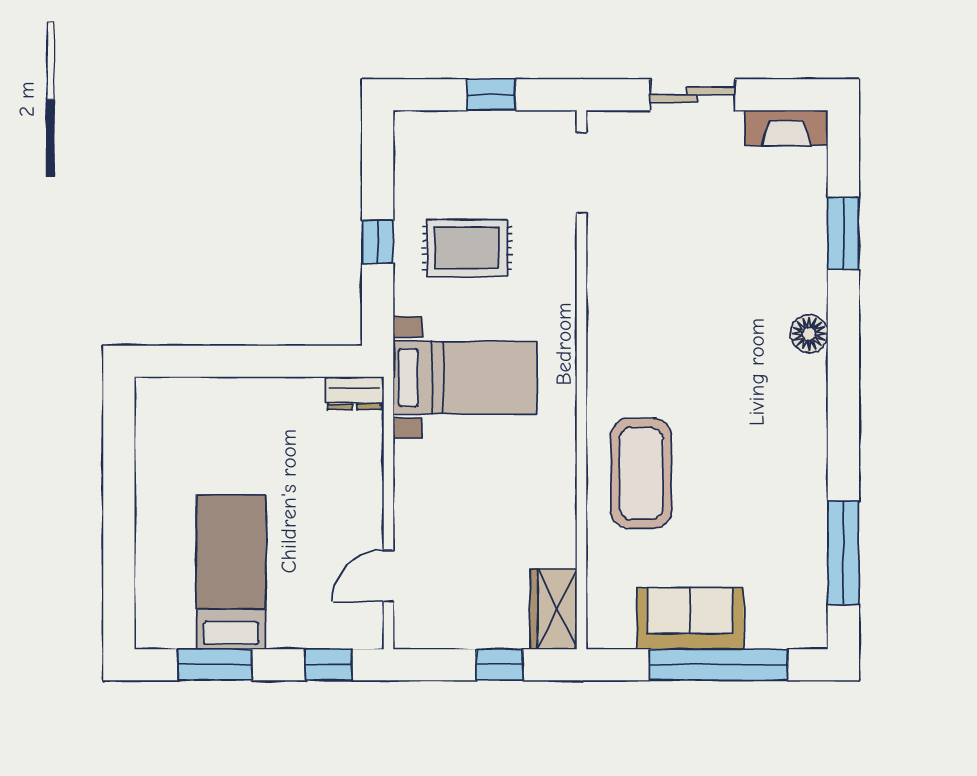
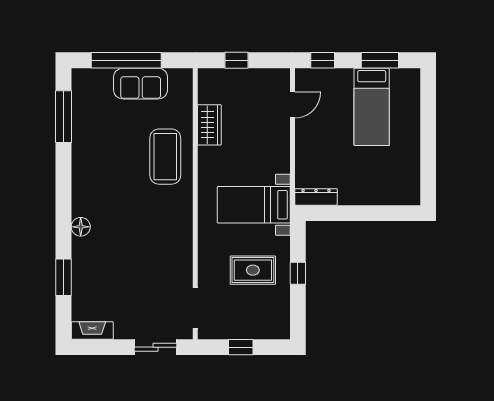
sliding door: (693, 95) -> (155, 347), moved
dresser: (354, 393) -> (316, 197), width x1.44
wardrobe: (554, 609) -> (209, 125), moved

